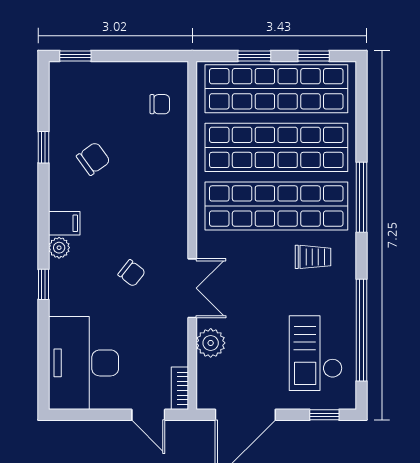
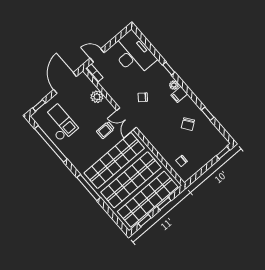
trolley: (313, 257) -> (105, 130), moved
double door: (192, 288) -> (127, 119), moved

